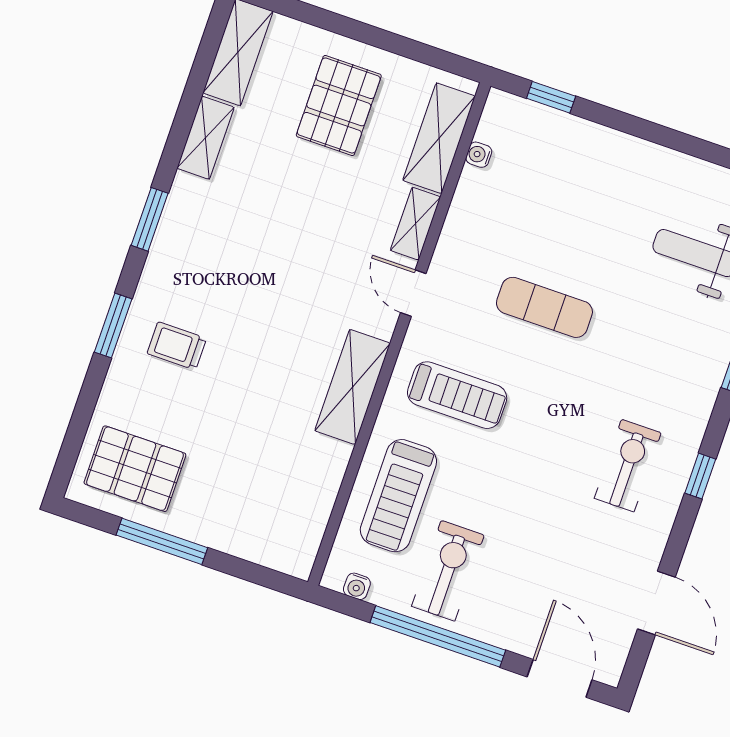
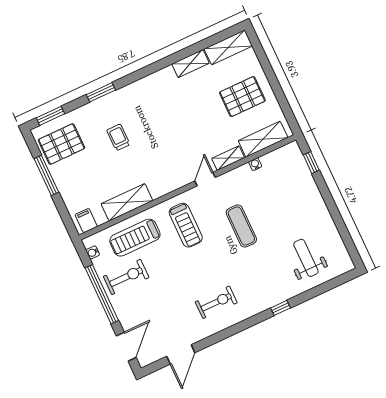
water cooler: (479, 155) -> (255, 164), moved
window: (150, 219) -> (50, 116), moved
trolley: (177, 346) -> (118, 137), moved
shelving: (352, 387) -> (127, 202), moved
pallet: (135, 469) -> (61, 144), turned 90
window: (700, 476) -> (235, 329), removed
filing cabinet: (296, 547) -> (86, 221), added

